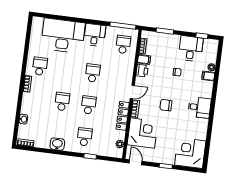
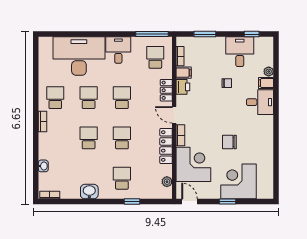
school desk: (66, 70) -> (89, 98), added
locker: (129, 72) -> (166, 90), added
door: (132, 92) -> (174, 115), swing flipped
chair: (166, 105) -> (229, 142), moved
desk: (199, 107) -> (260, 102), moved
corner desk: (190, 153) -> (239, 181), moved

